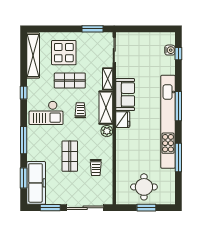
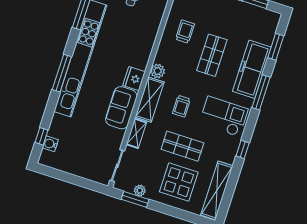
plant: (91, 37) -> (140, 190), added
freezer: (36, 183) -> (252, 69), moved

